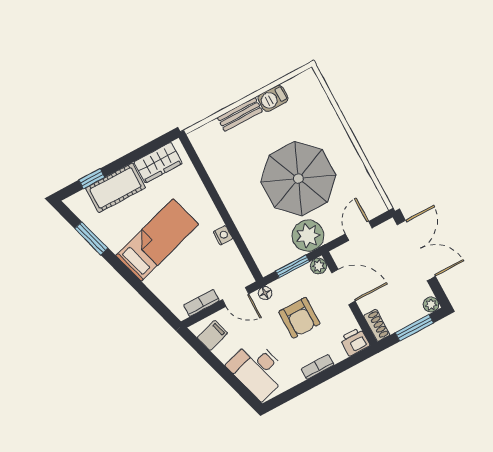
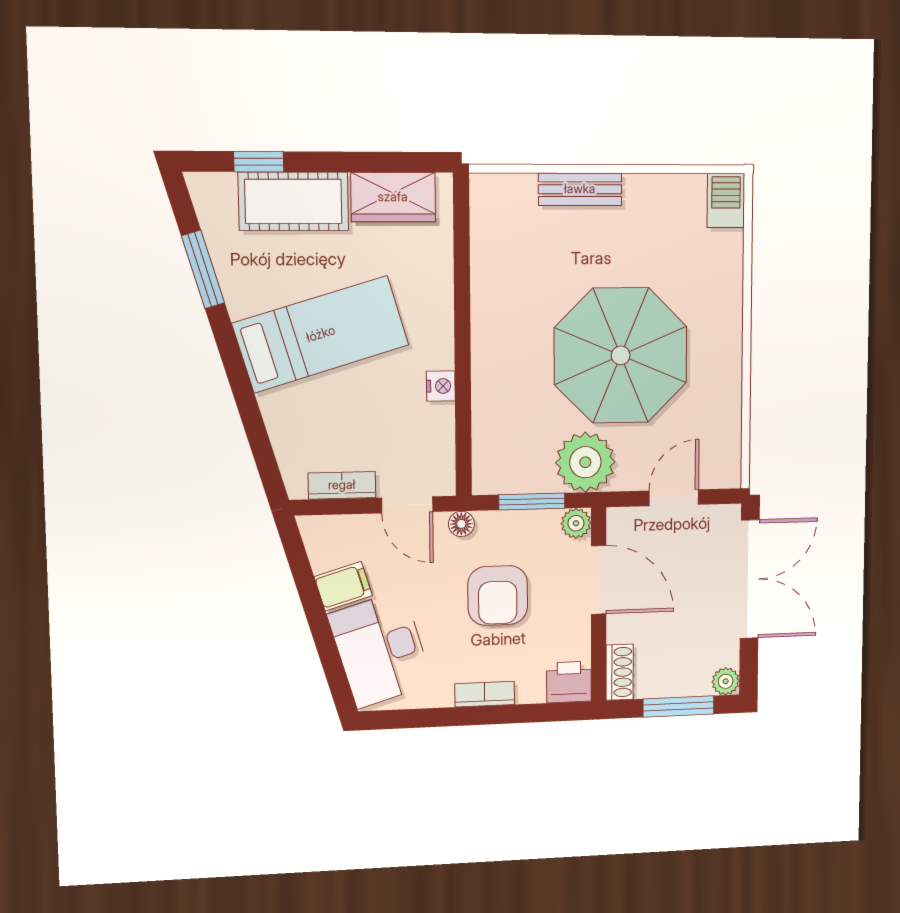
barbecue: (273, 98) -> (726, 201), moved, turned 90
filing cabinet: (212, 335) -> (343, 586), moved

